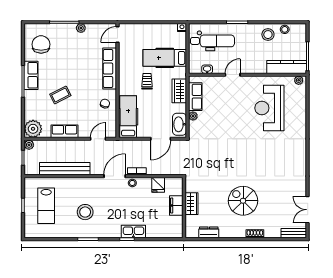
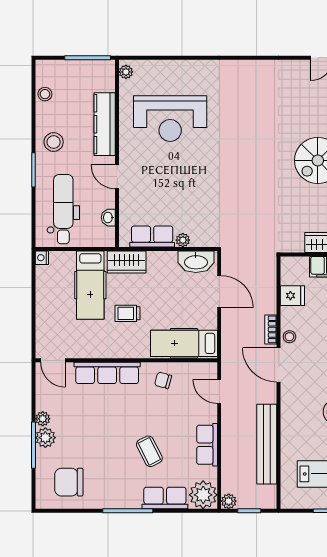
plant: (69, 30) -> (45, 438), added
stool: (268, 35) -> (54, 142), moved
kitchen counter: (287, 67) -> (105, 124), moved
row of seats: (31, 75) -> (165, 498), moved
wardrobe: (179, 91) -> (127, 262), moved

